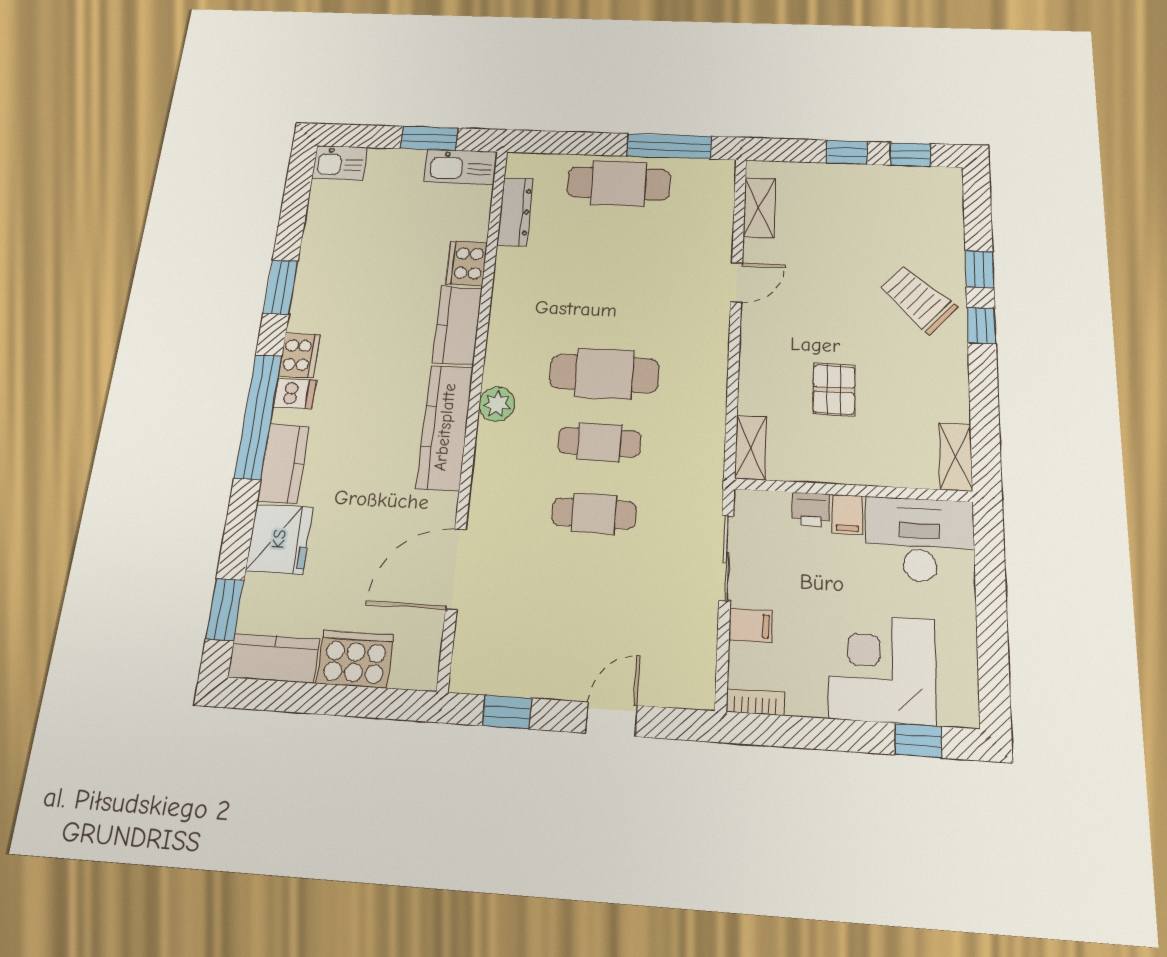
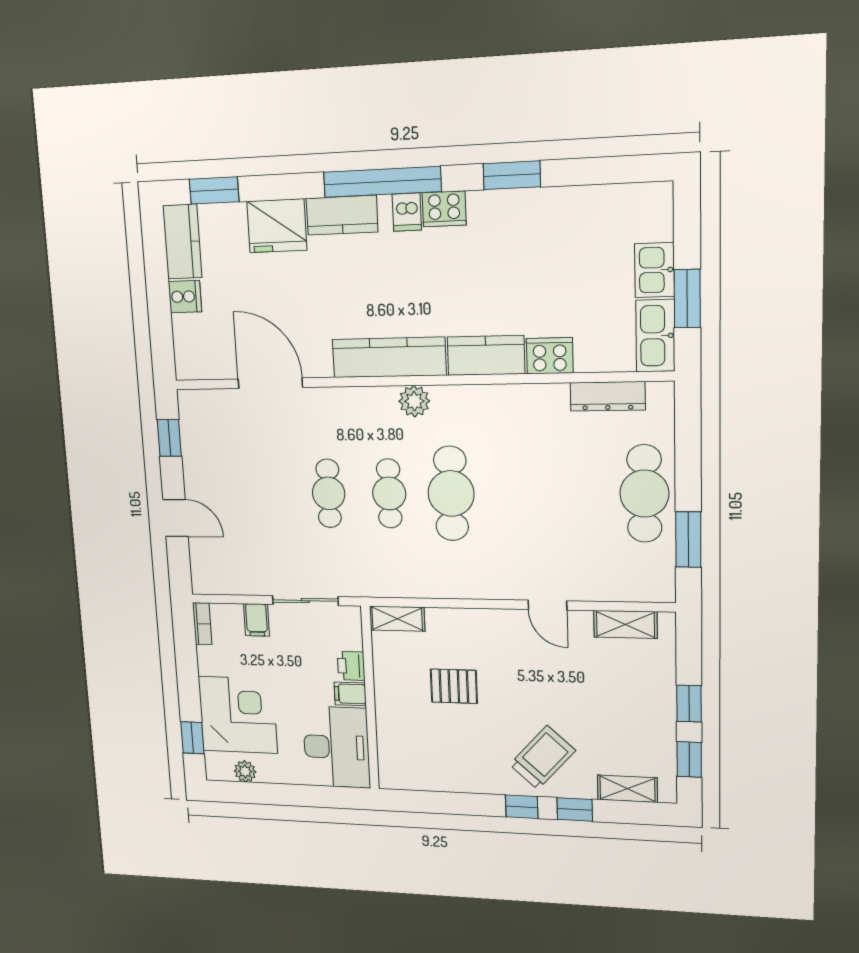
window: (669, 146) -> (688, 539), width x0.69
kitchen sink: (340, 163) -> (654, 270), moved
shelving: (956, 457) -> (627, 789), moved
cooker: (355, 659) -> (185, 297), width x0.53, depth x0.76
plant: (962, 669) -> (245, 771), added

